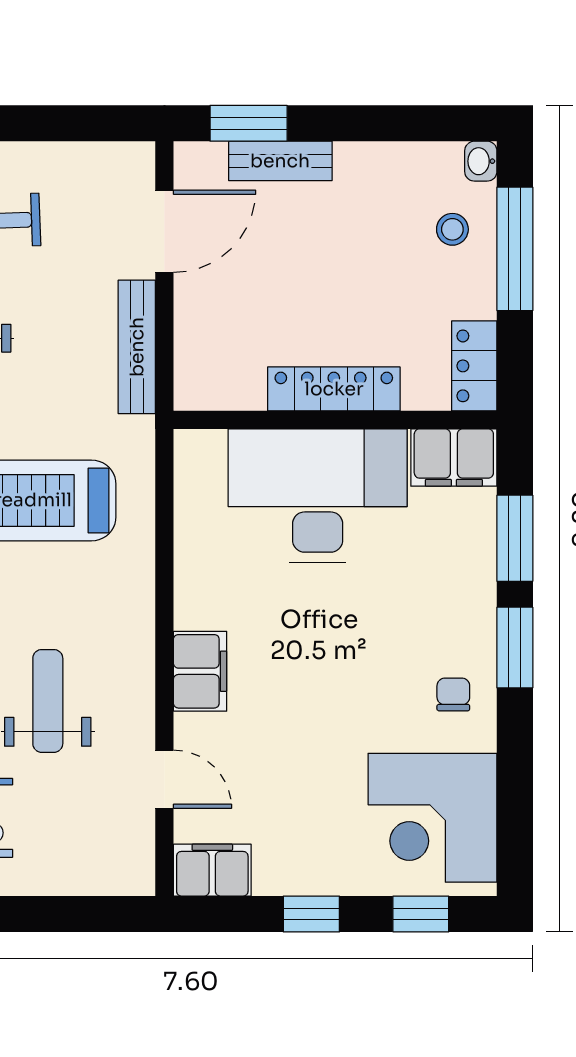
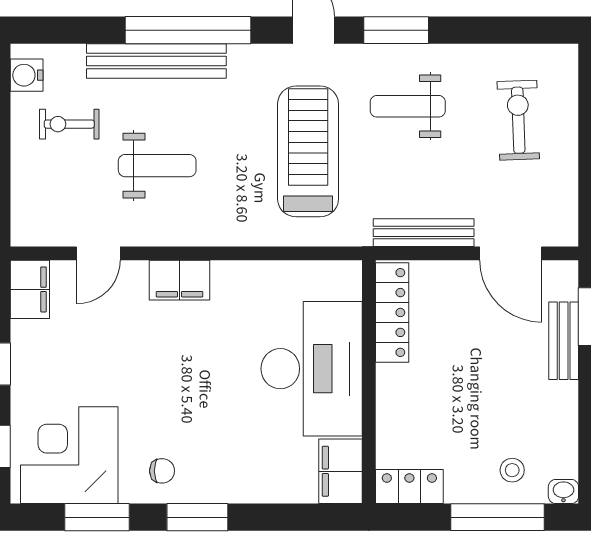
locker: (334, 389) -> (392, 312), moved
window: (515, 538) -> (97, 517), moved

